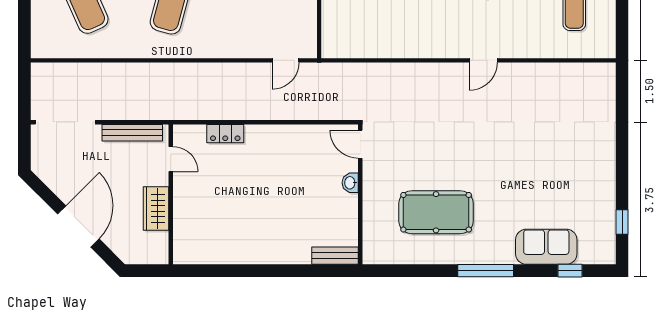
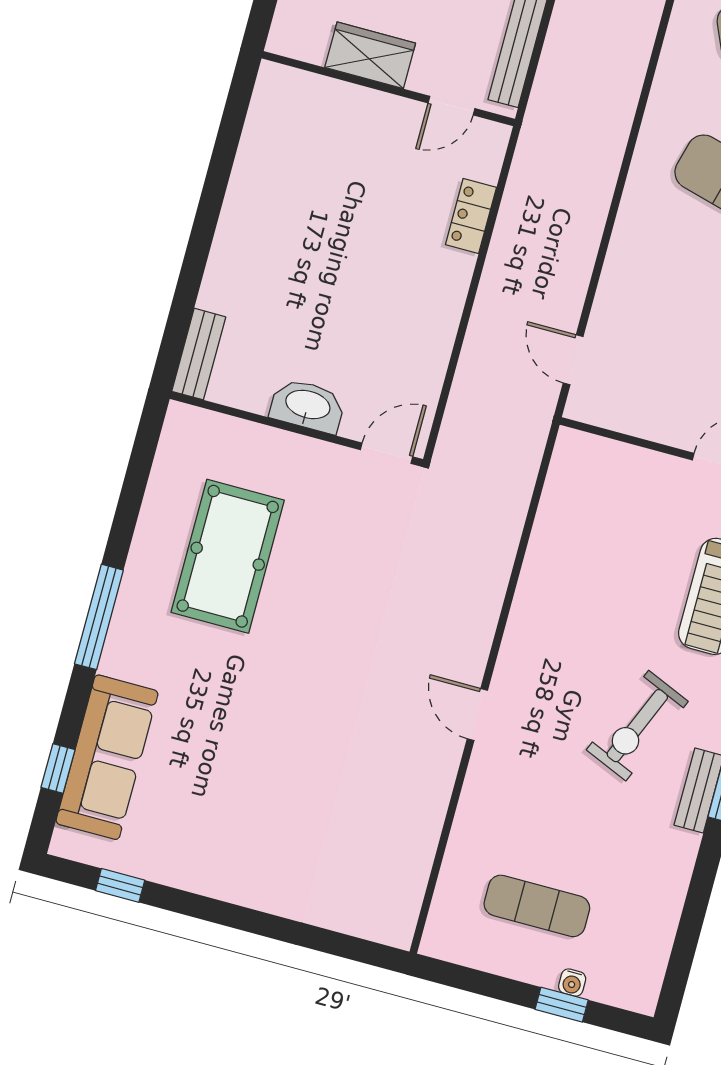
washbasin: (350, 183) -> (308, 406), width x1.91, depth x1.45
sofa: (546, 247) -> (107, 757), width x1.36

